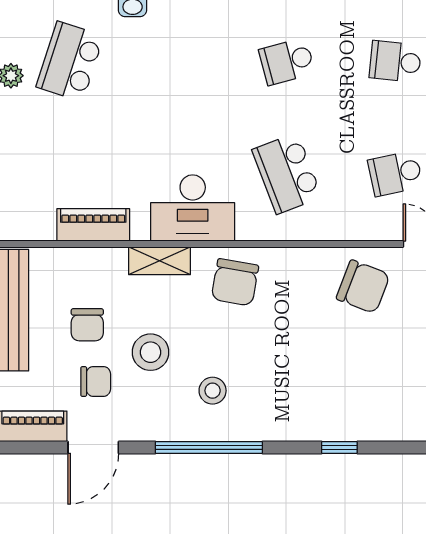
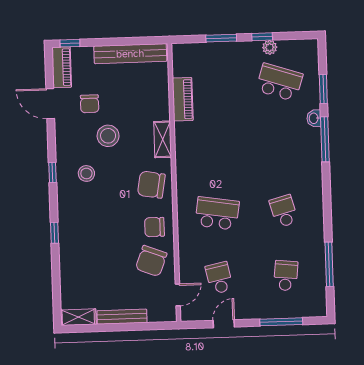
school desk: (287, 173) -> (217, 213), turned 30
desk: (193, 208) -> (195, 158), removed
chair: (87, 325) -> (154, 227), moved
window: (209, 448) -> (53, 172), width x0.32
window: (339, 448) -> (55, 233), moved

